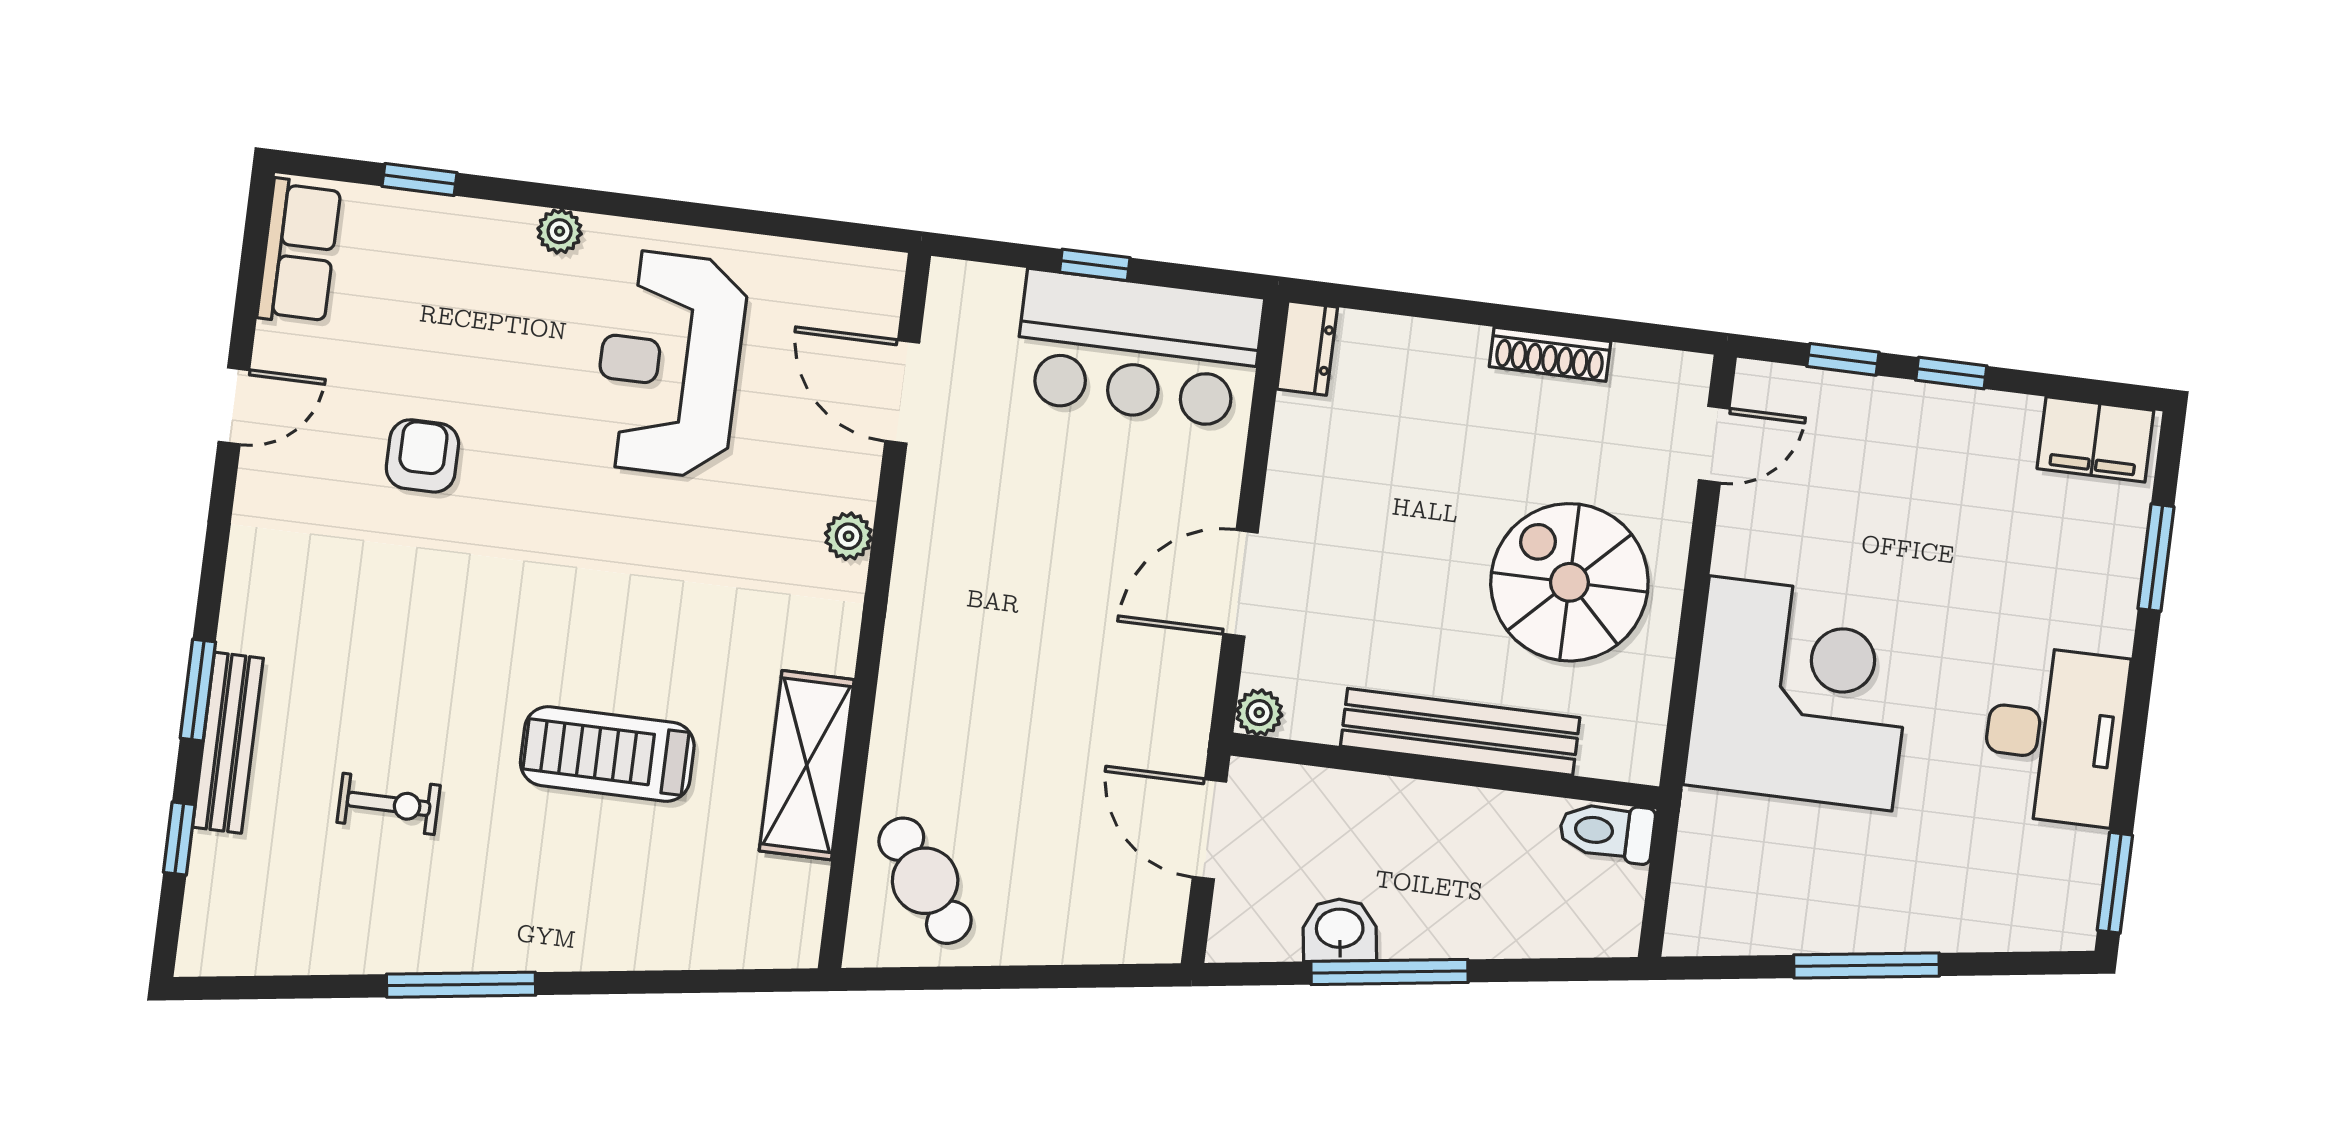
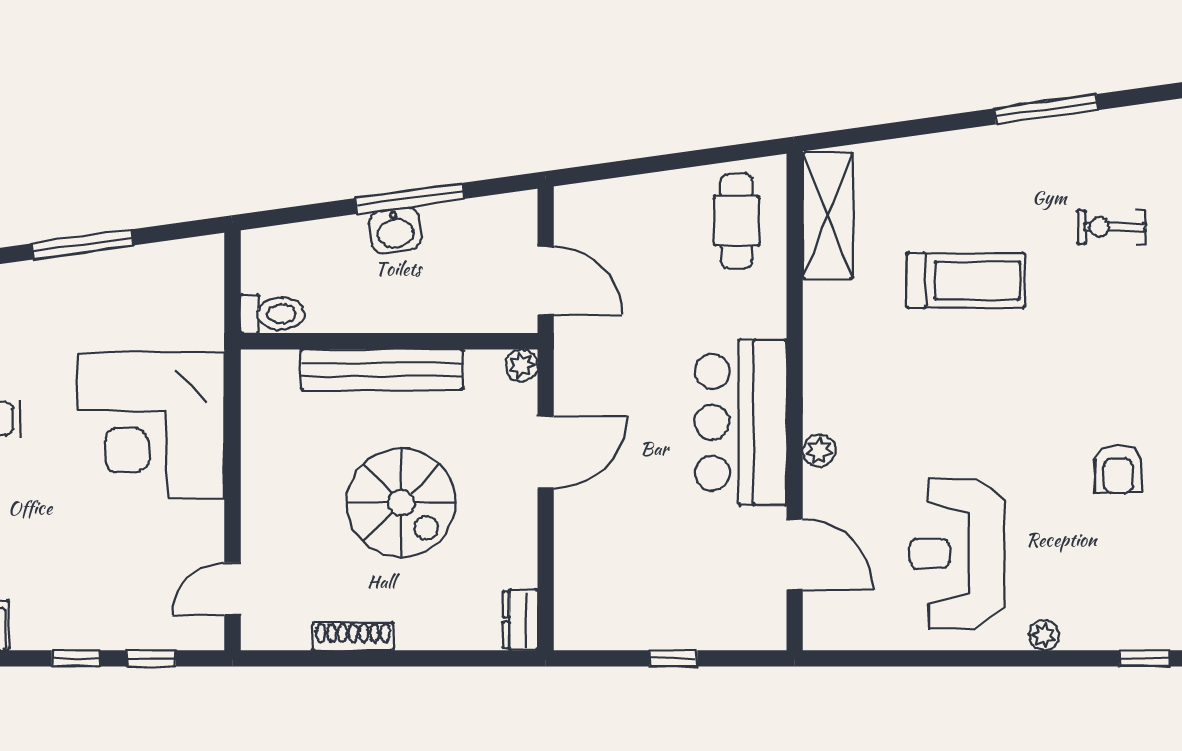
bar counter: (1138, 349) -> (741, 422), moved, turned -90
reception desk: (669, 364) -> (957, 554), turned 180
spiral stairs: (1569, 582) -> (401, 503), moved
shelving: (807, 765) -> (828, 215), moved
cafe table: (925, 881) -> (737, 221), turned 37
washbasin: (1340, 930) -> (395, 230), moved

